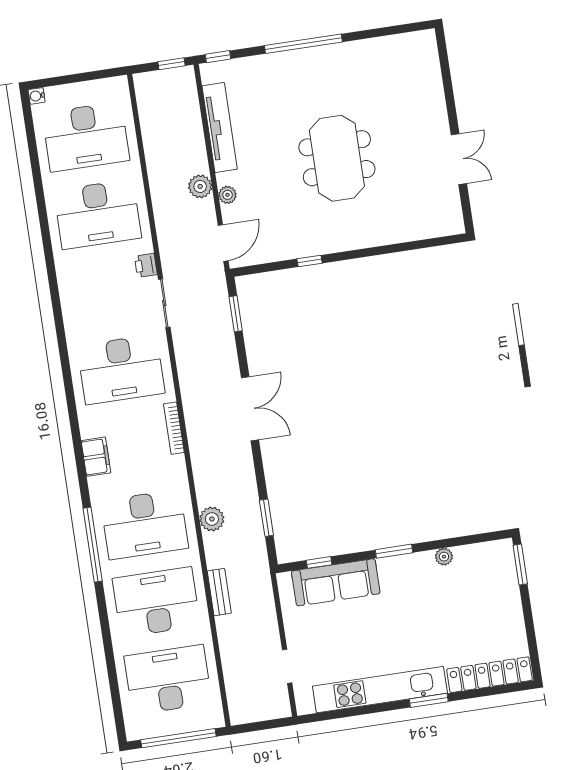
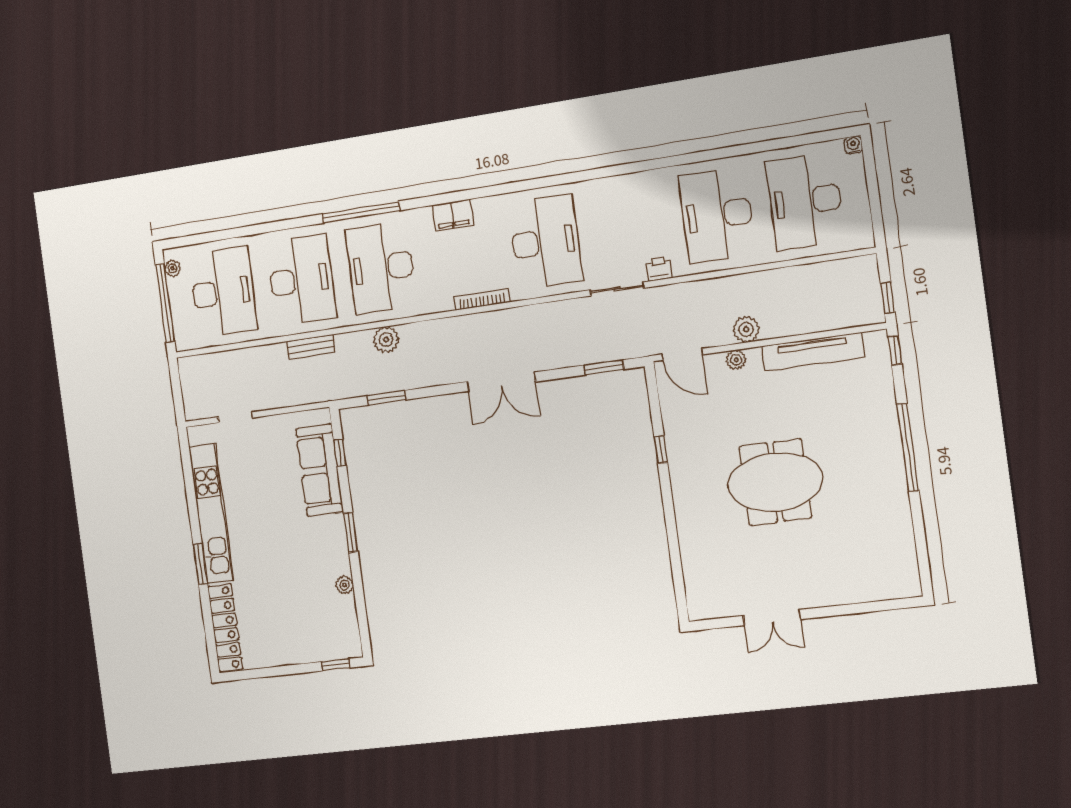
desk: (121, 369) -> (546, 242), turned 180
window: (520, 564) -> (336, 665), width x0.67
plant: (145, 731) -> (173, 268), added

